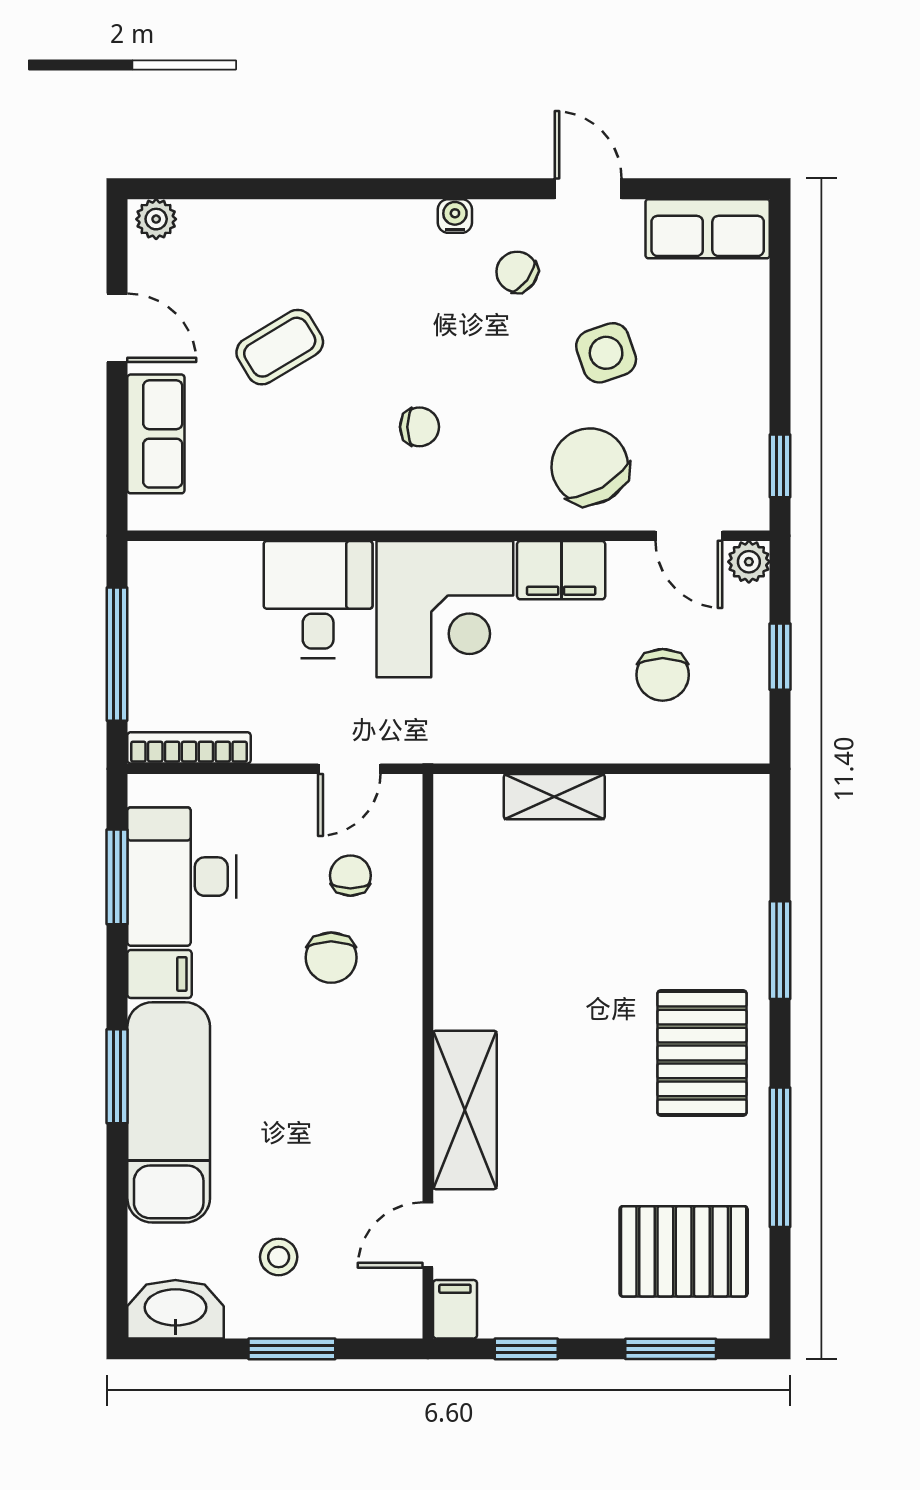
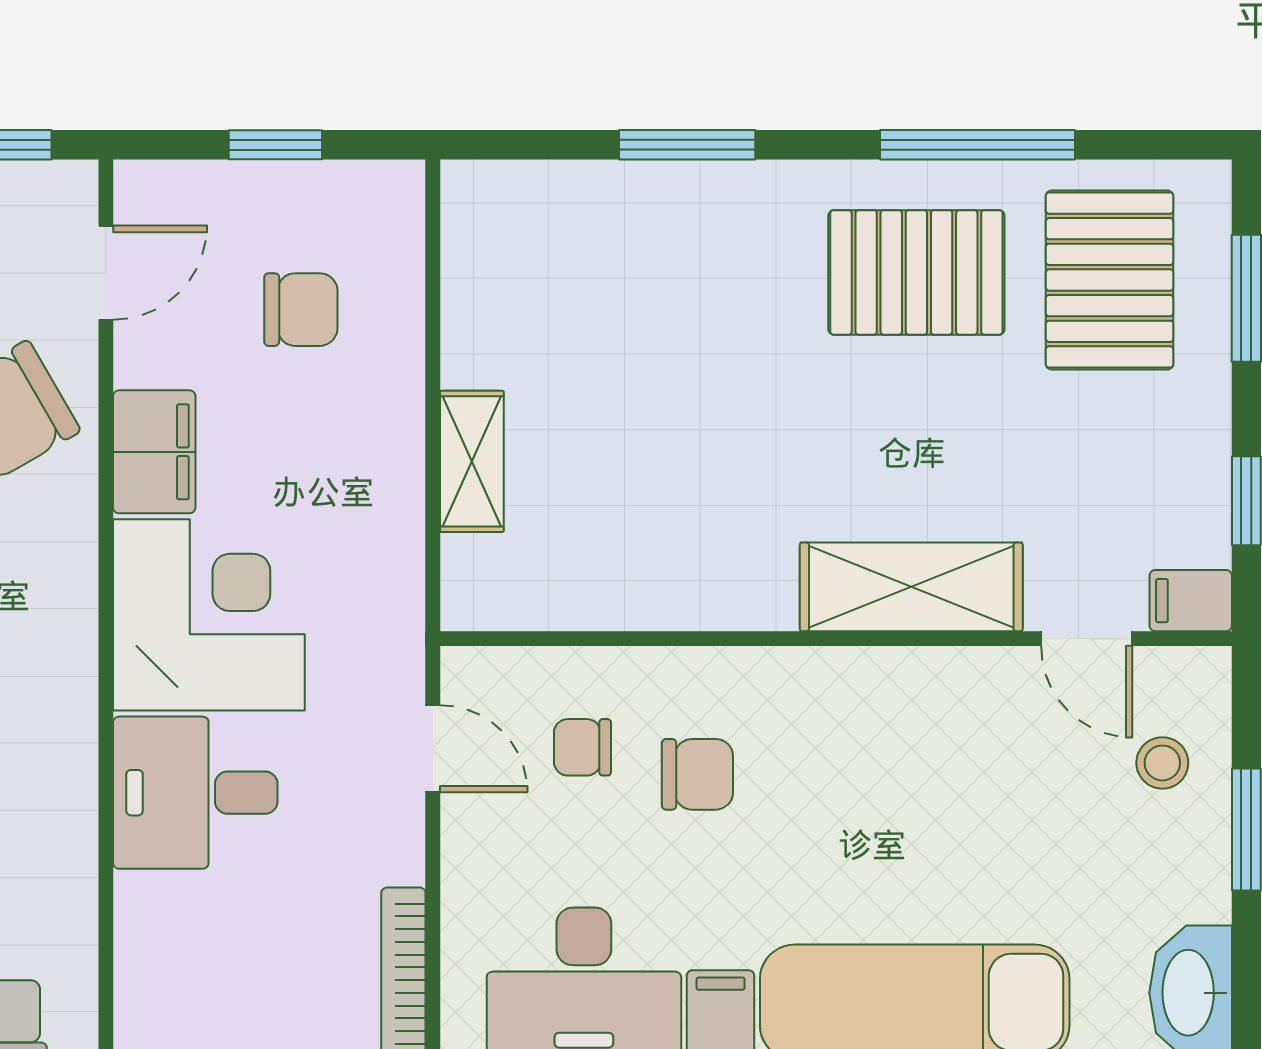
plant: (749, 562) -> (142, 188), removed
pallet: (702, 1053) -> (916, 272), moved
stool: (279, 1257) -> (1162, 763), moved

